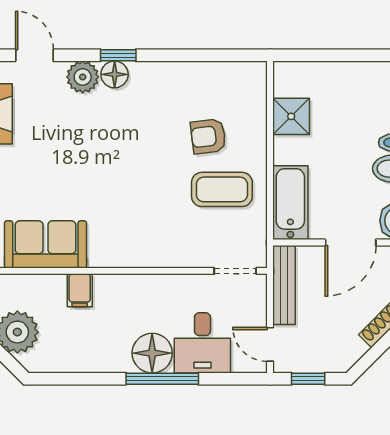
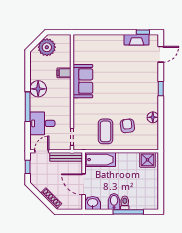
floor lamp: (115, 74) -> (153, 117), moved
plant: (83, 77) -> (152, 74), removed
shower: (291, 116) -> (148, 160), moved
sofa: (45, 244) -> (83, 81), moved
floor lamp: (152, 353) -> (38, 89), moved

